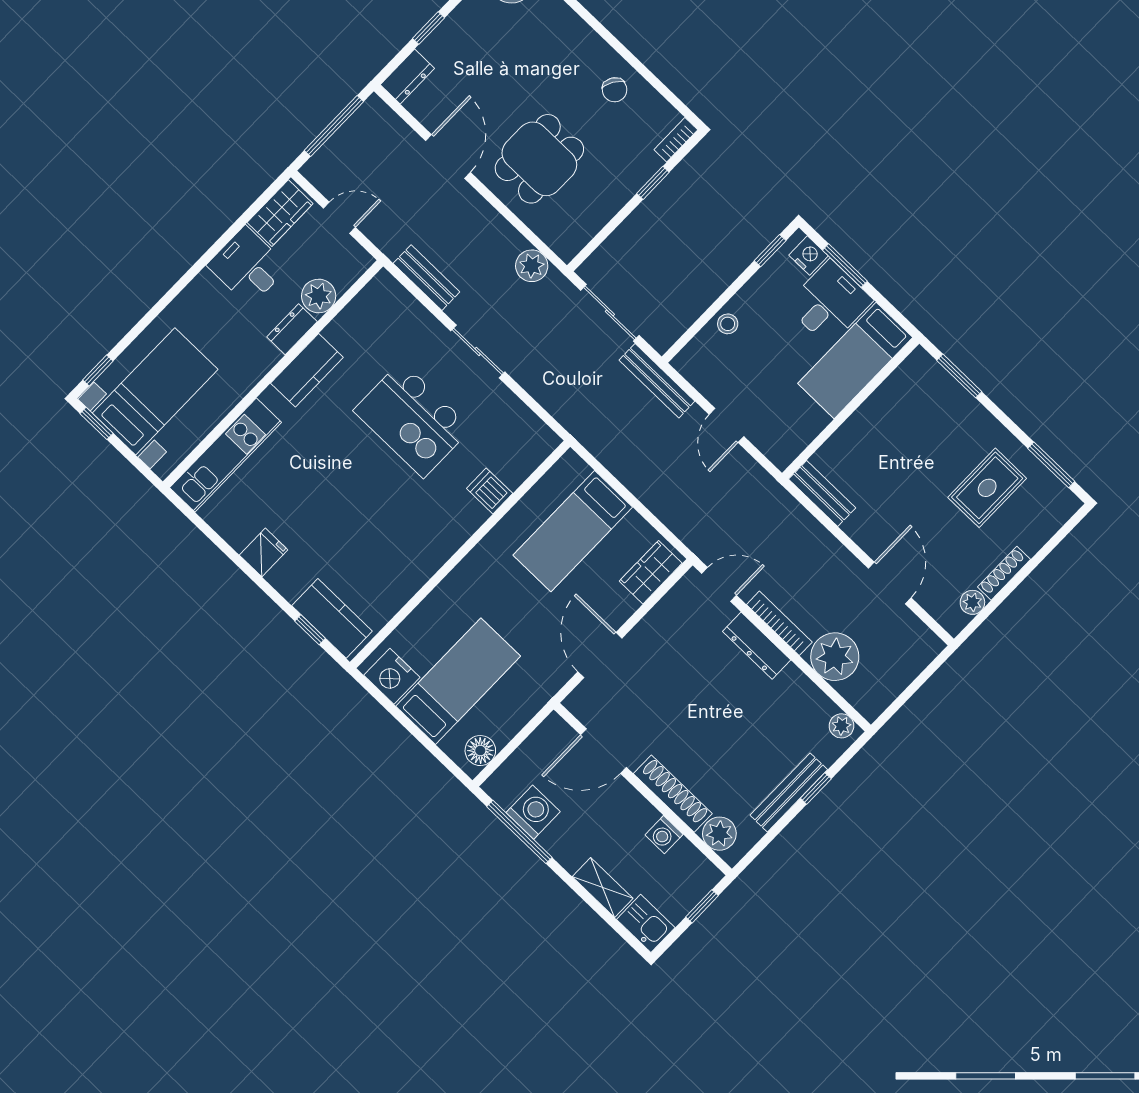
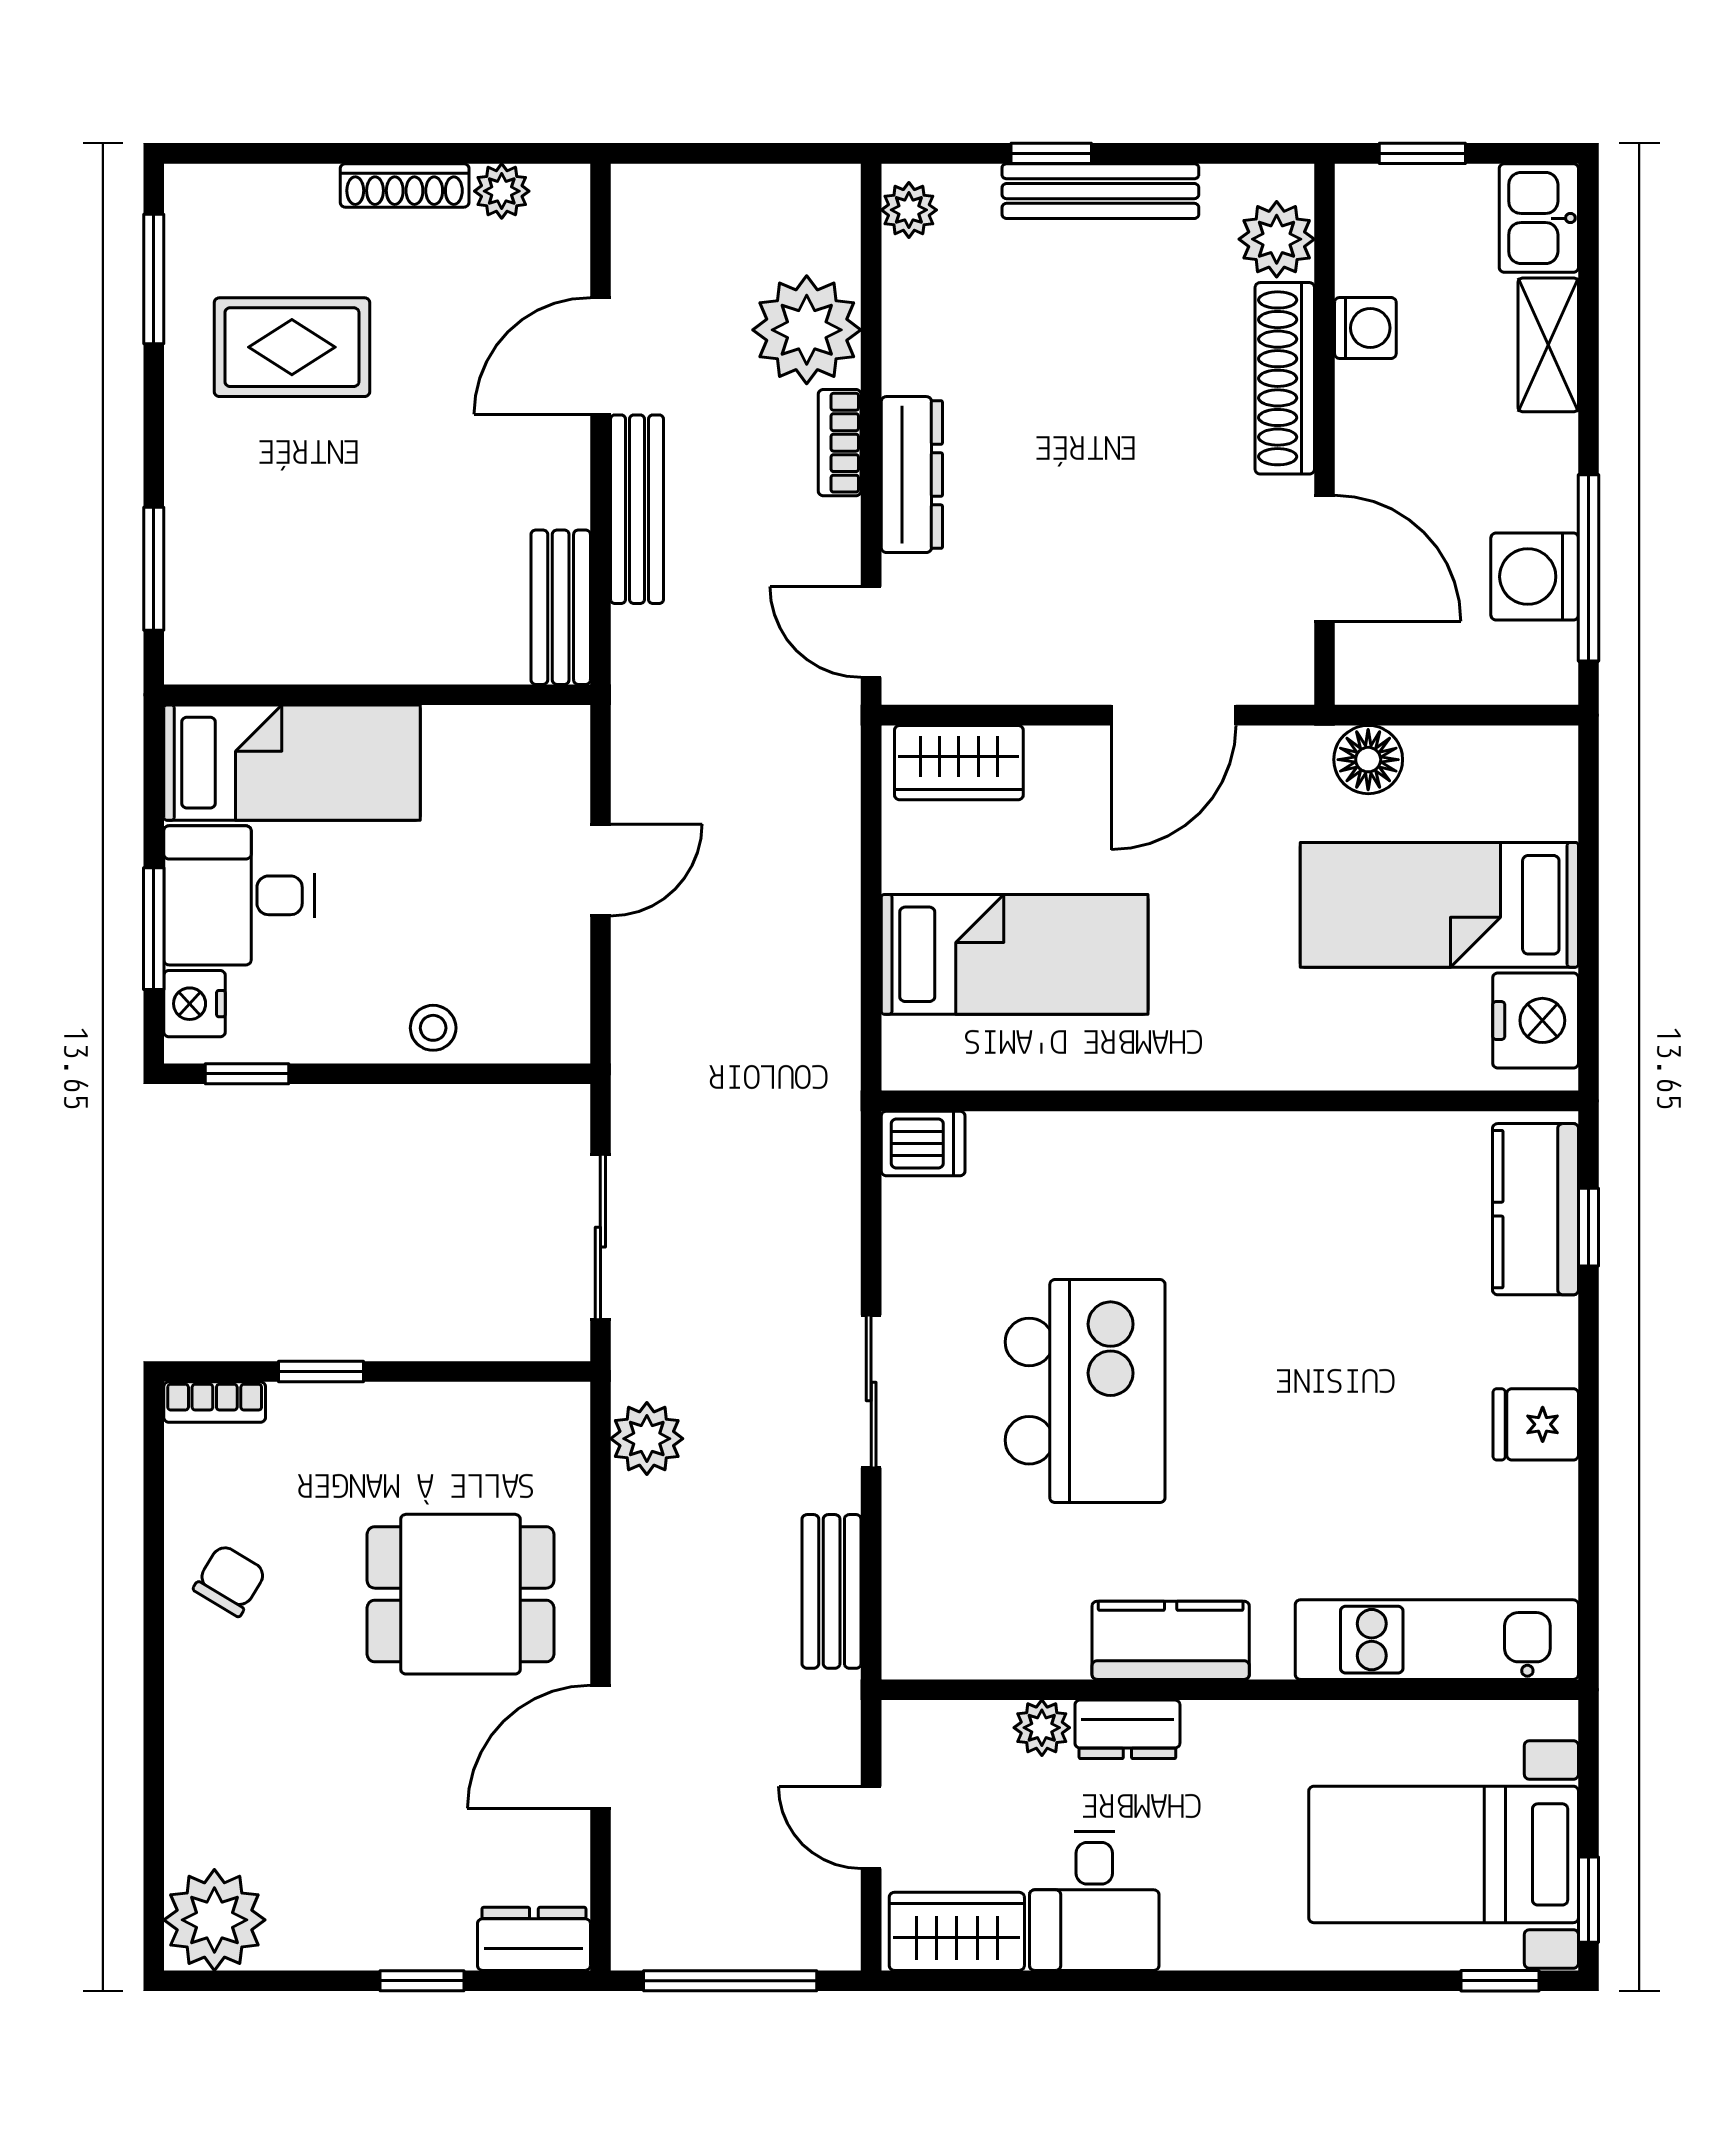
plant: (319, 296) -> (1042, 1728), width x0.73, depth x0.73
bench: (657, 381) -> (637, 509), moved
dishwasher: (490, 491) -> (923, 1143), moved, turned -90
bookcase: (779, 623) -> (840, 443), width x0.64
floor lamp: (480, 751) -> (1368, 760), moved

